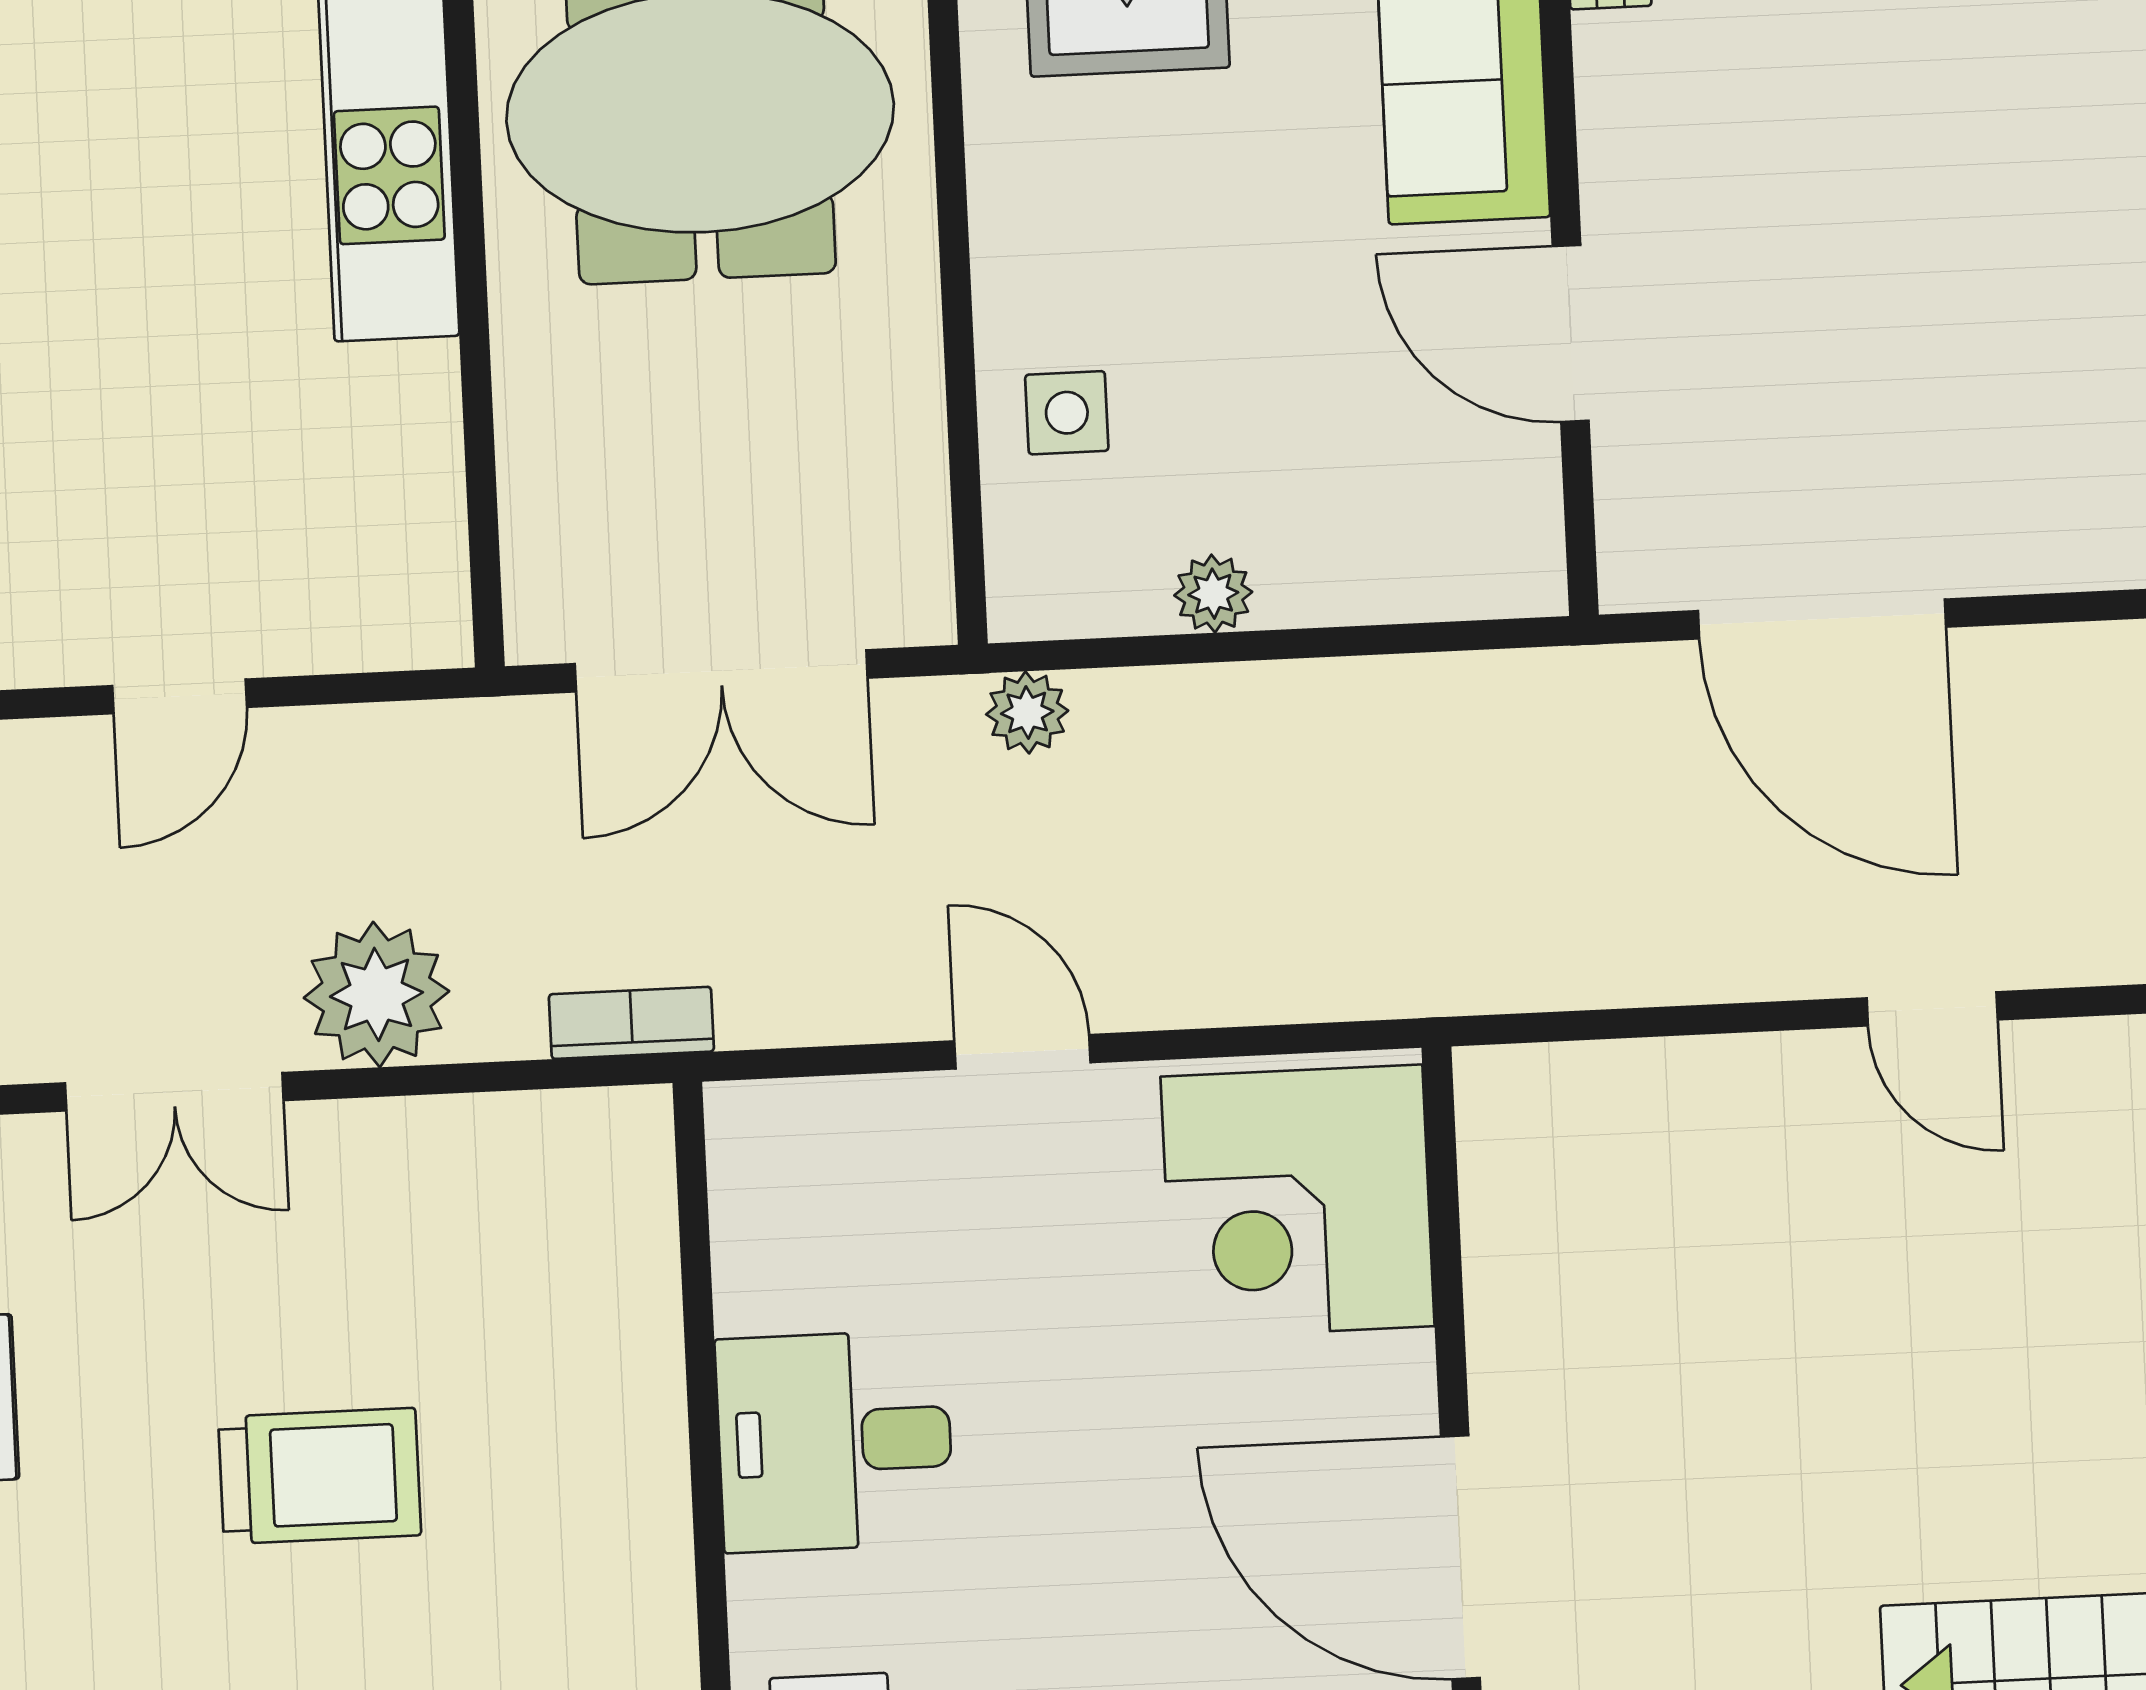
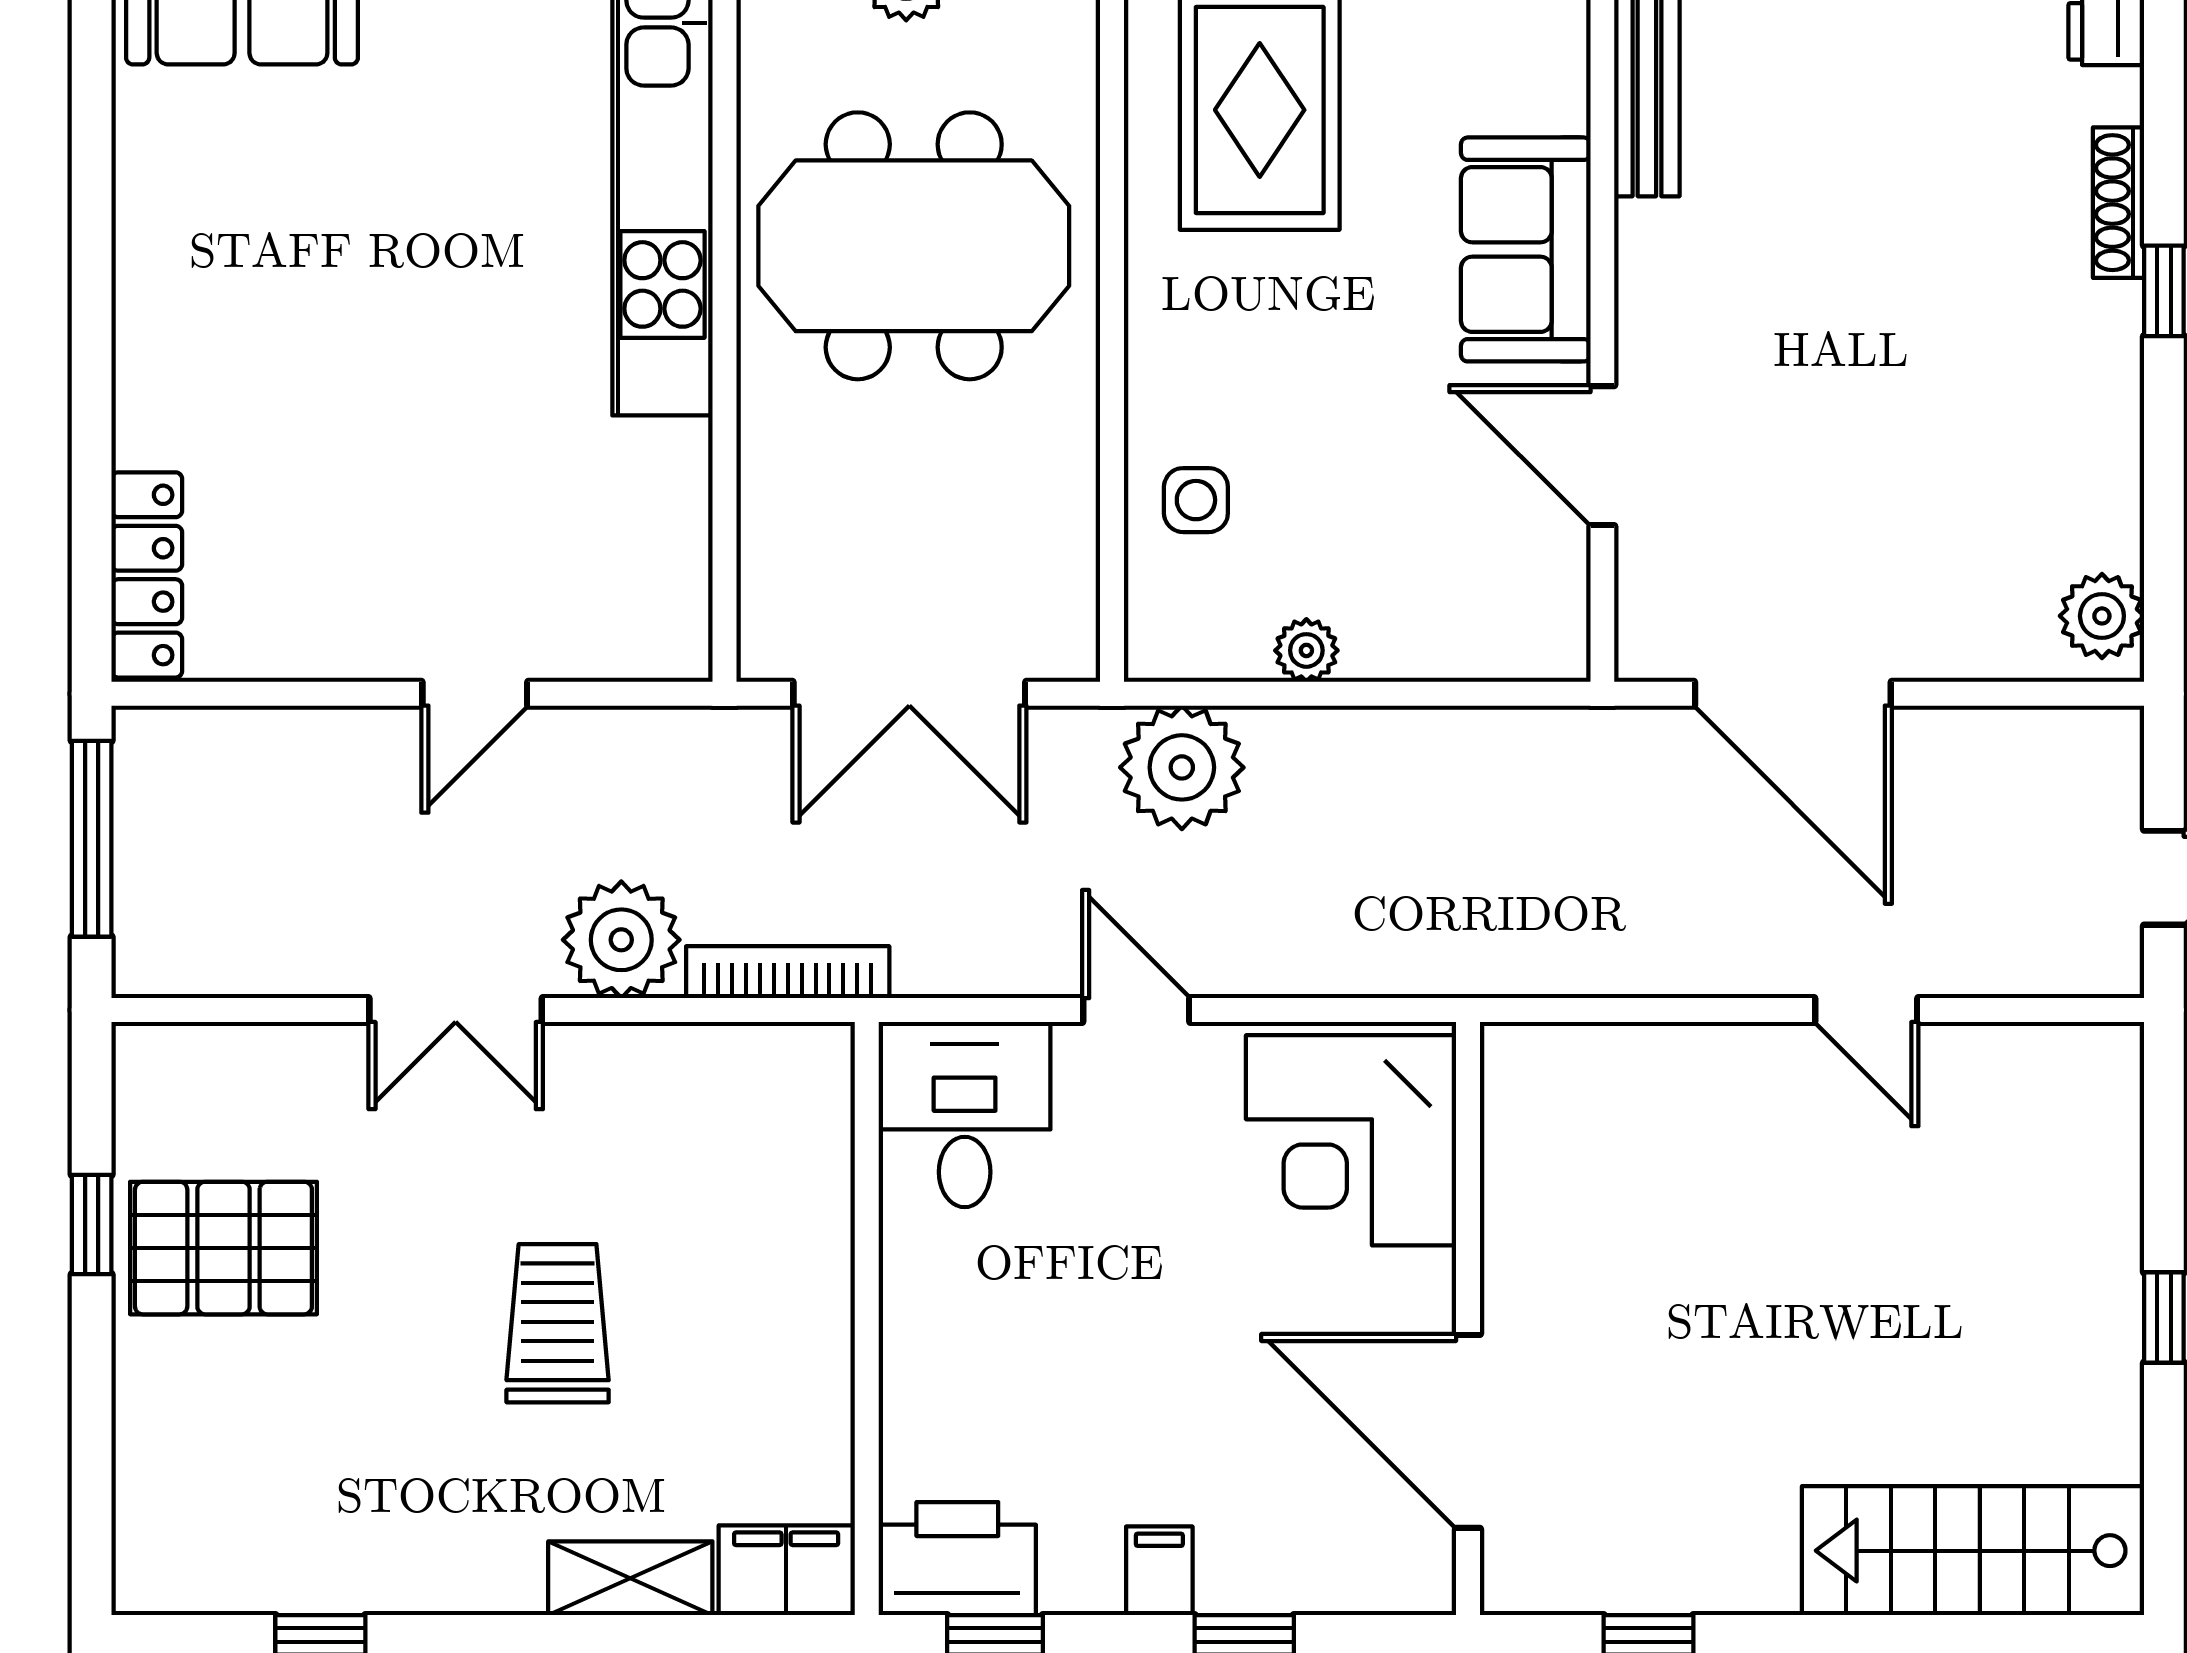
plant: (1027, 712) -> (1182, 767), width x1.88, depth x1.88
bookcase: (631, 1023) -> (788, 972), width x1.56
desk: (835, 1441) -> (965, 1115), moved, turned 90
trolley: (320, 1476) -> (558, 1323), turned -90

